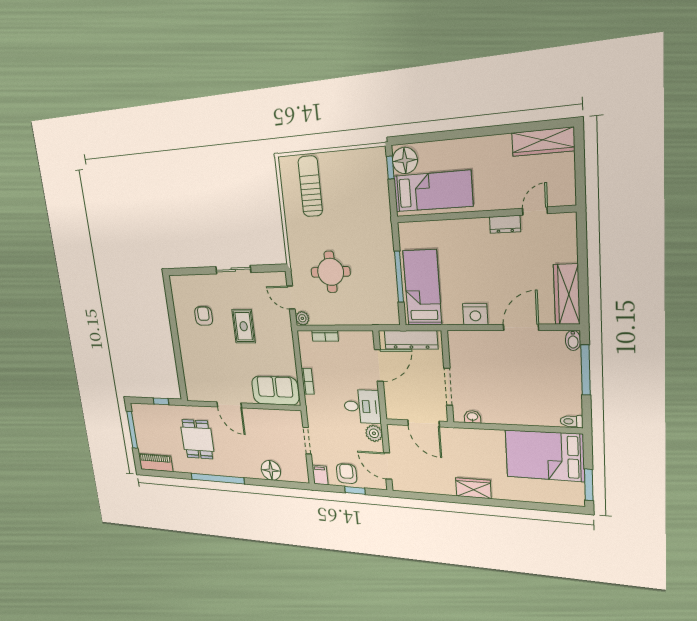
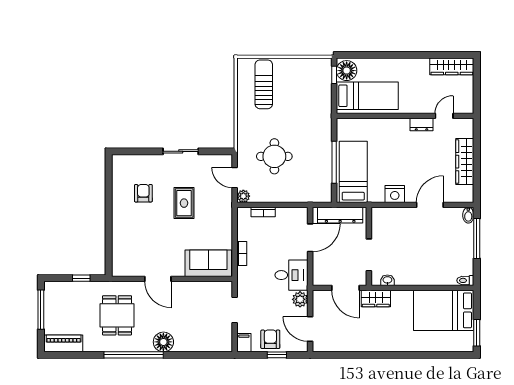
wardrobe: (567, 294) -> (465, 162), moved
floor lamp: (271, 470) -> (163, 342), moved
wardrobe: (473, 488) -> (376, 299), moved, turned 180

